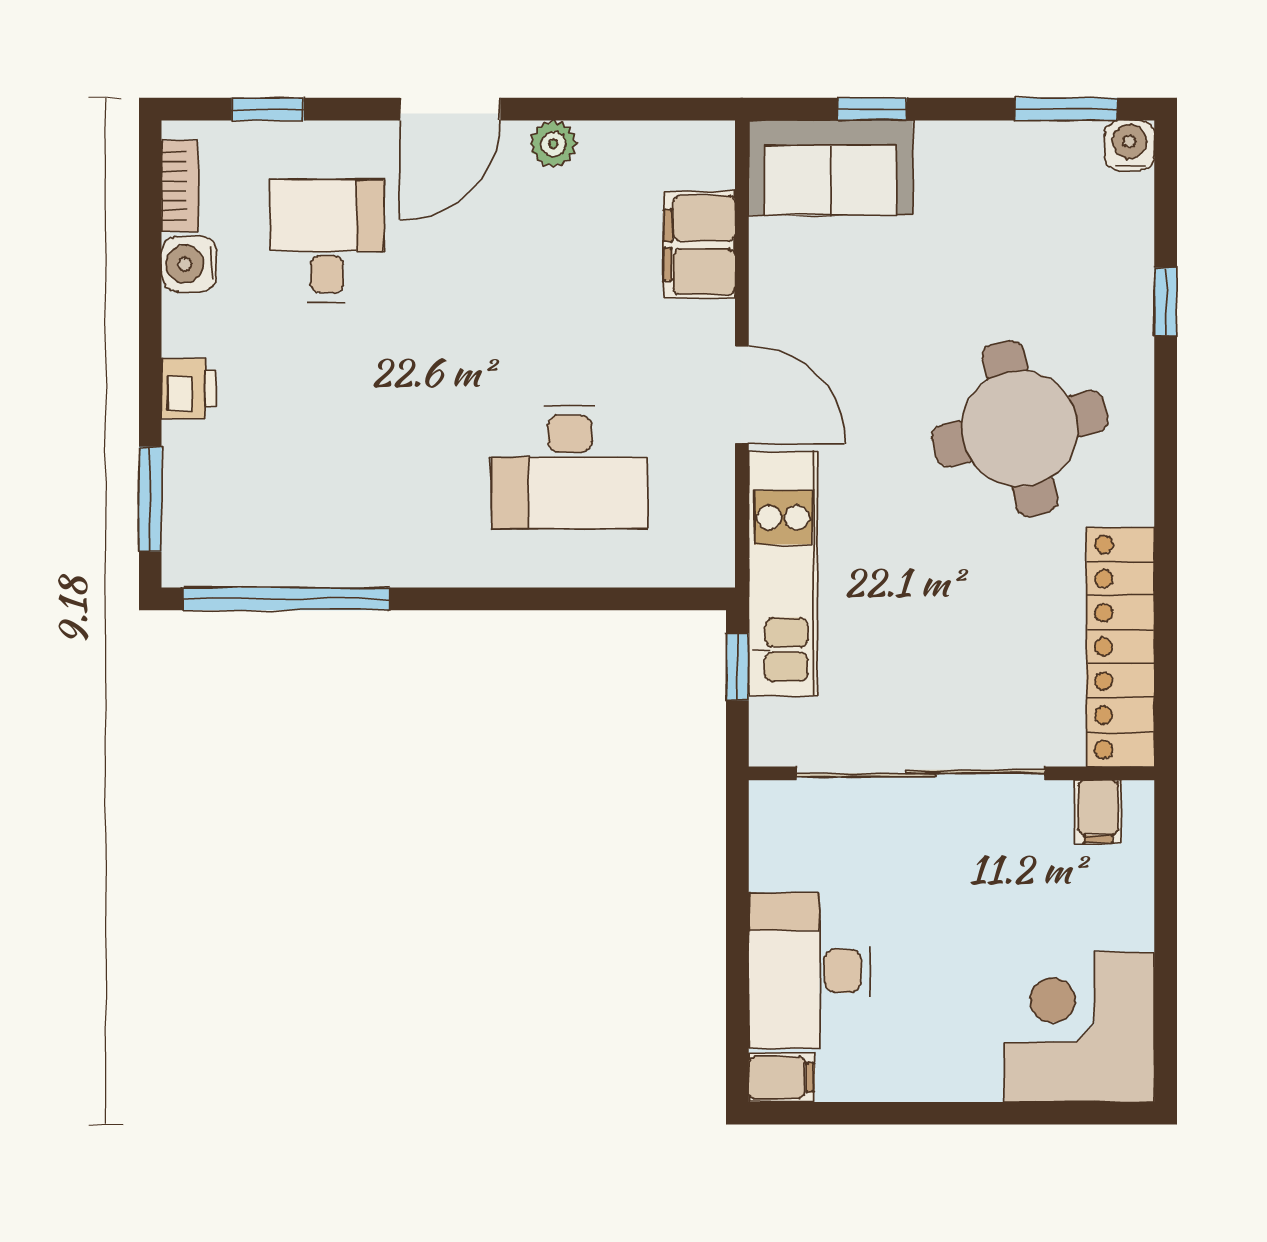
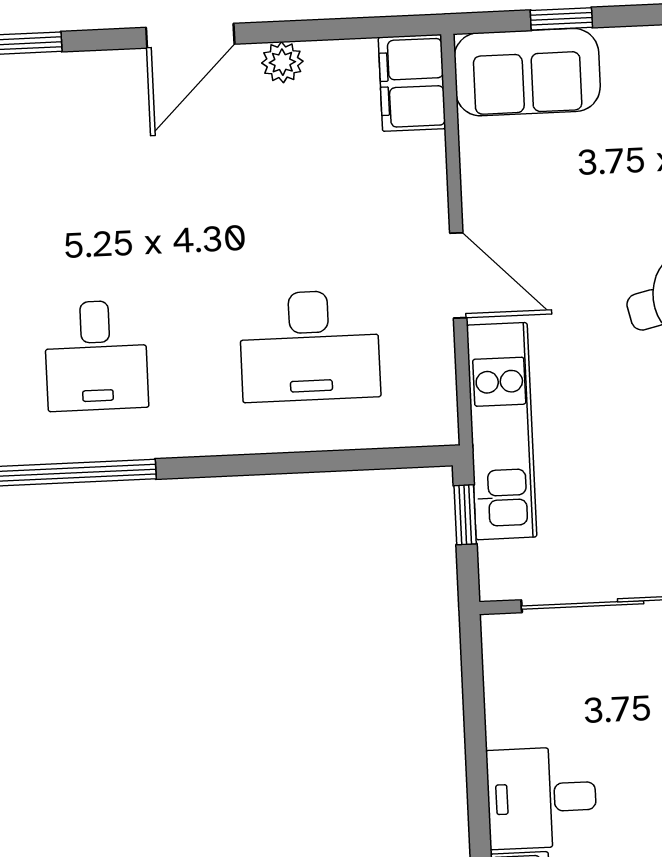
desk: (327, 241) -> (96, 356), moved, turned 180
filing cabinet: (699, 245) -> (412, 83), moved
desk: (810, 971) -> (542, 798), width x0.73

